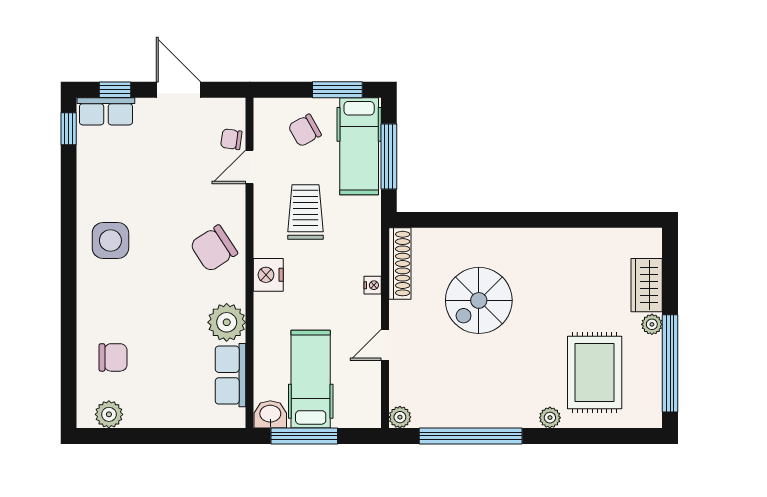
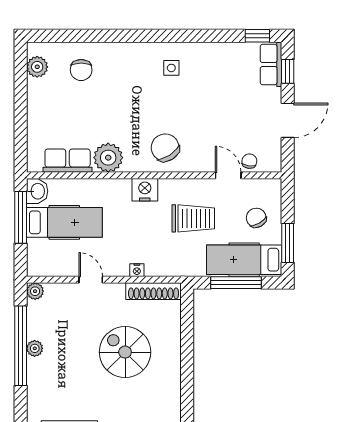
side table: (110, 240) -> (171, 68), width x0.54, depth x0.54
plant: (550, 418) -> (35, 348), moved

